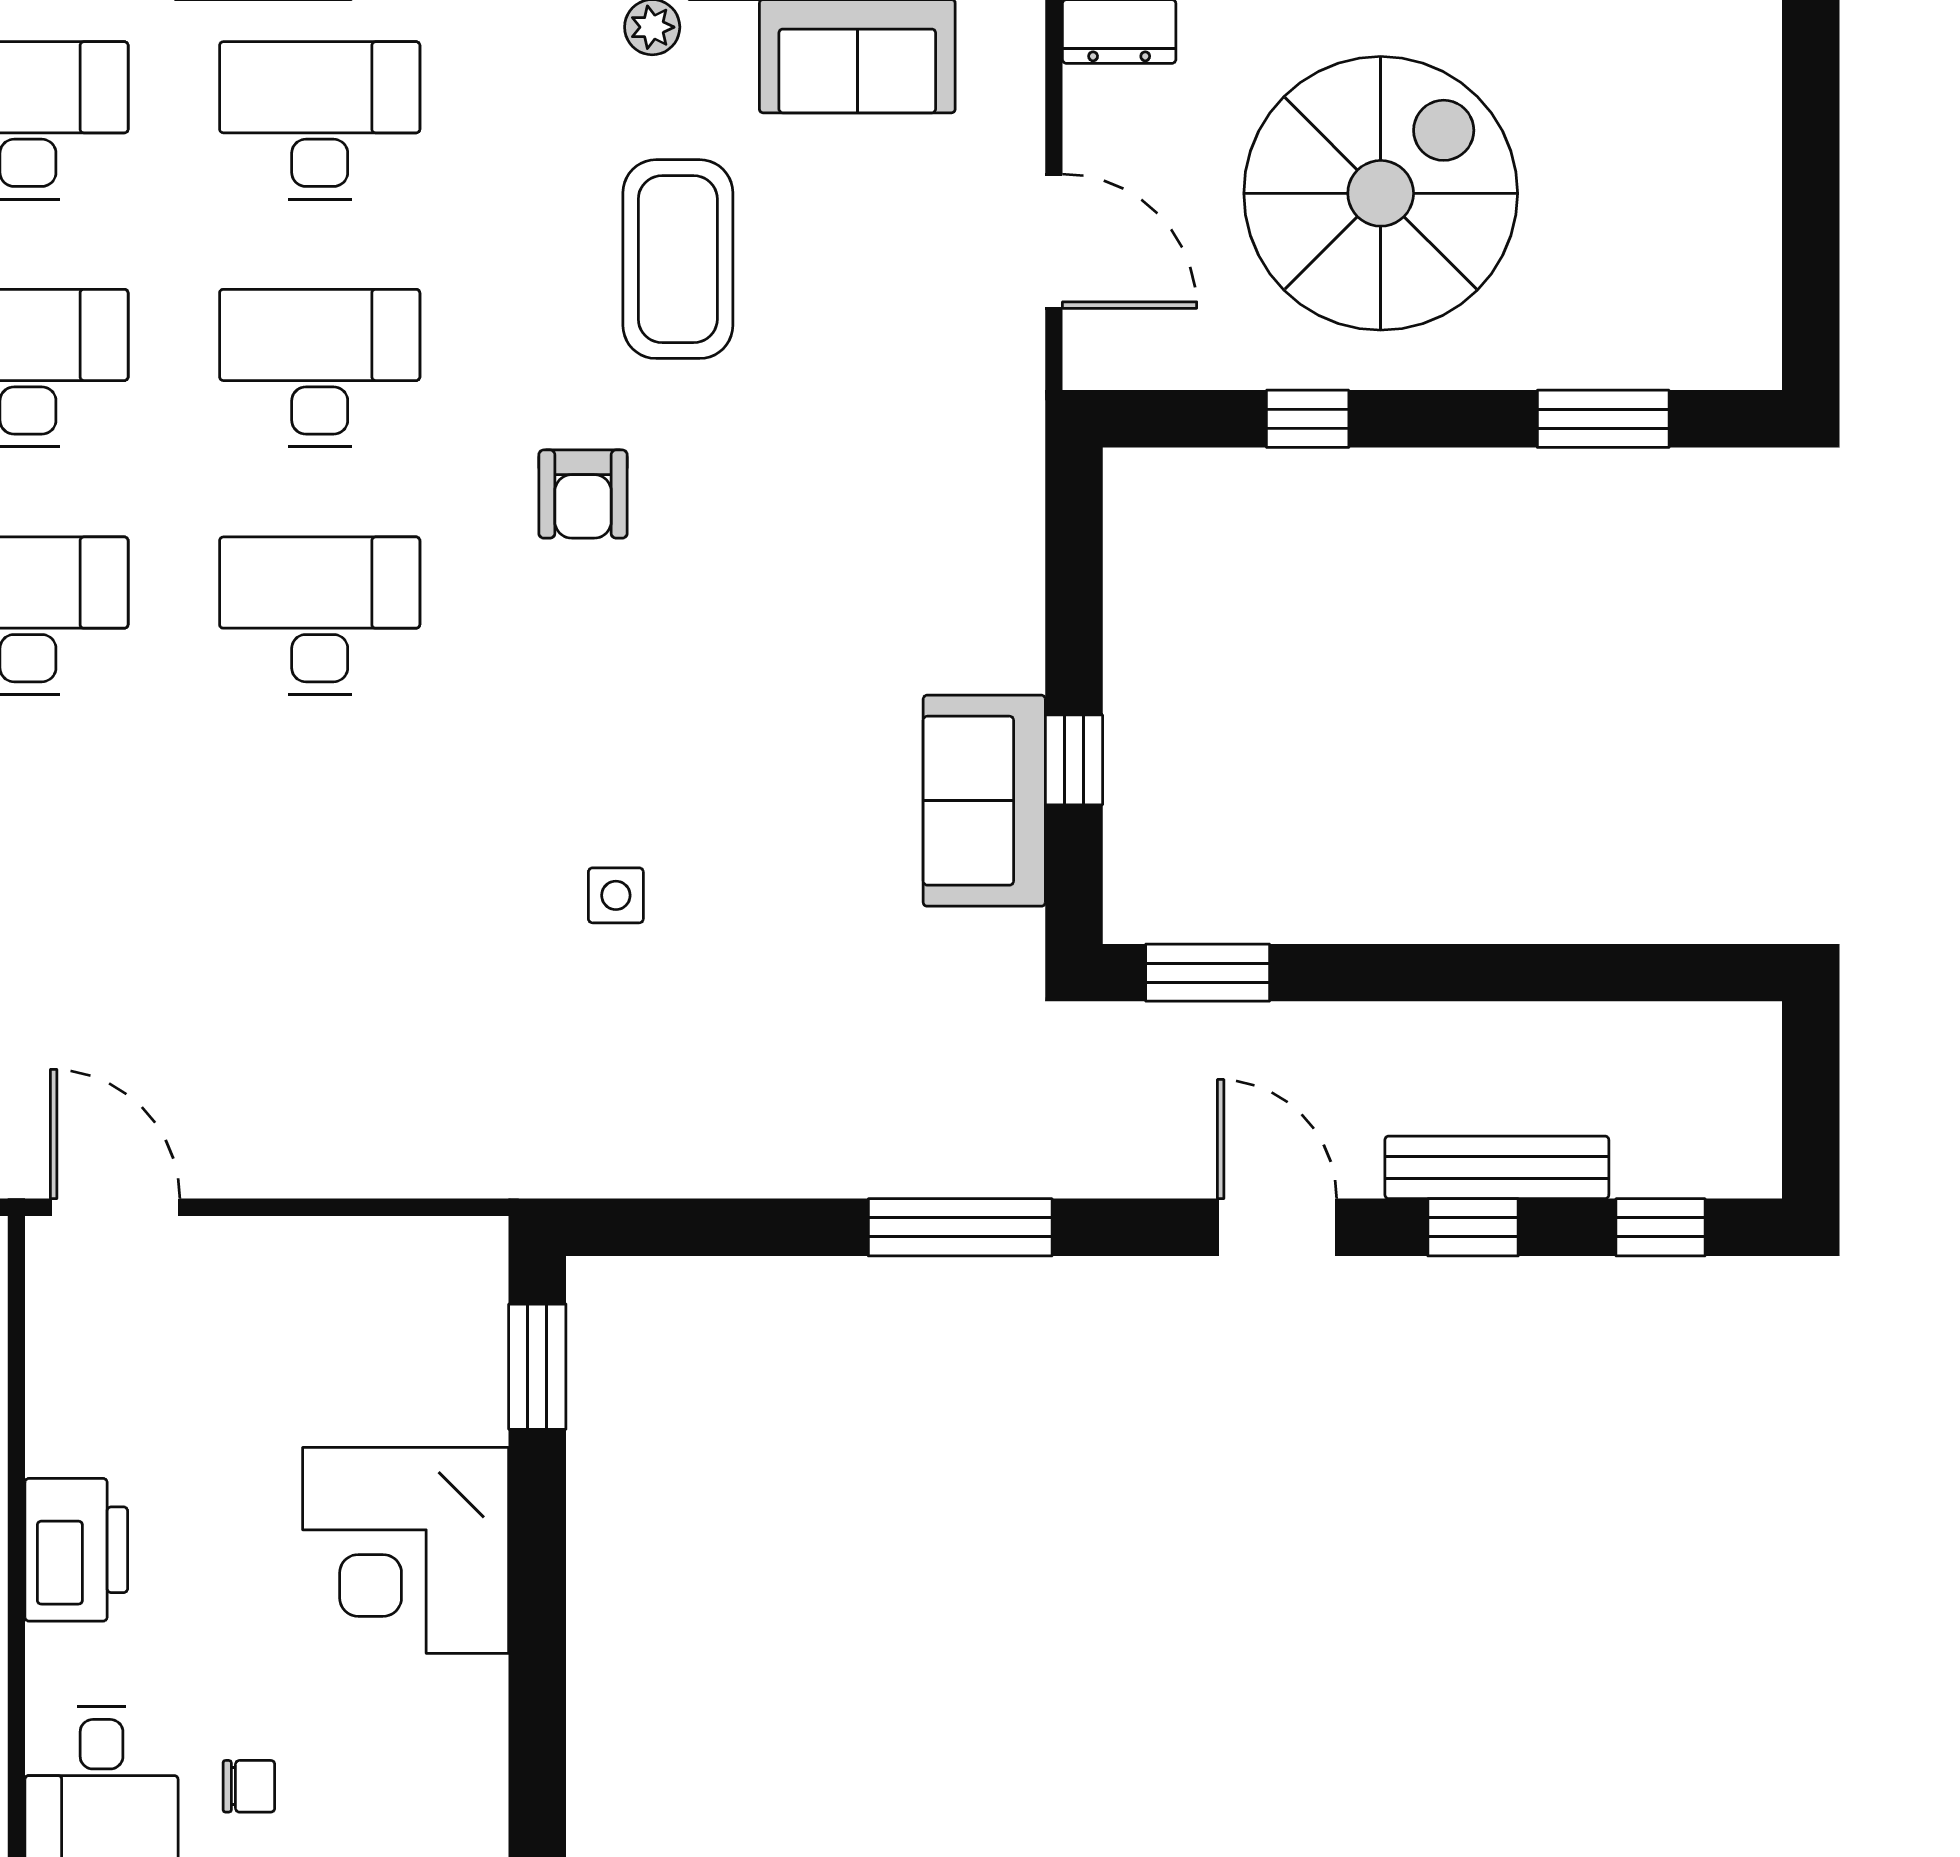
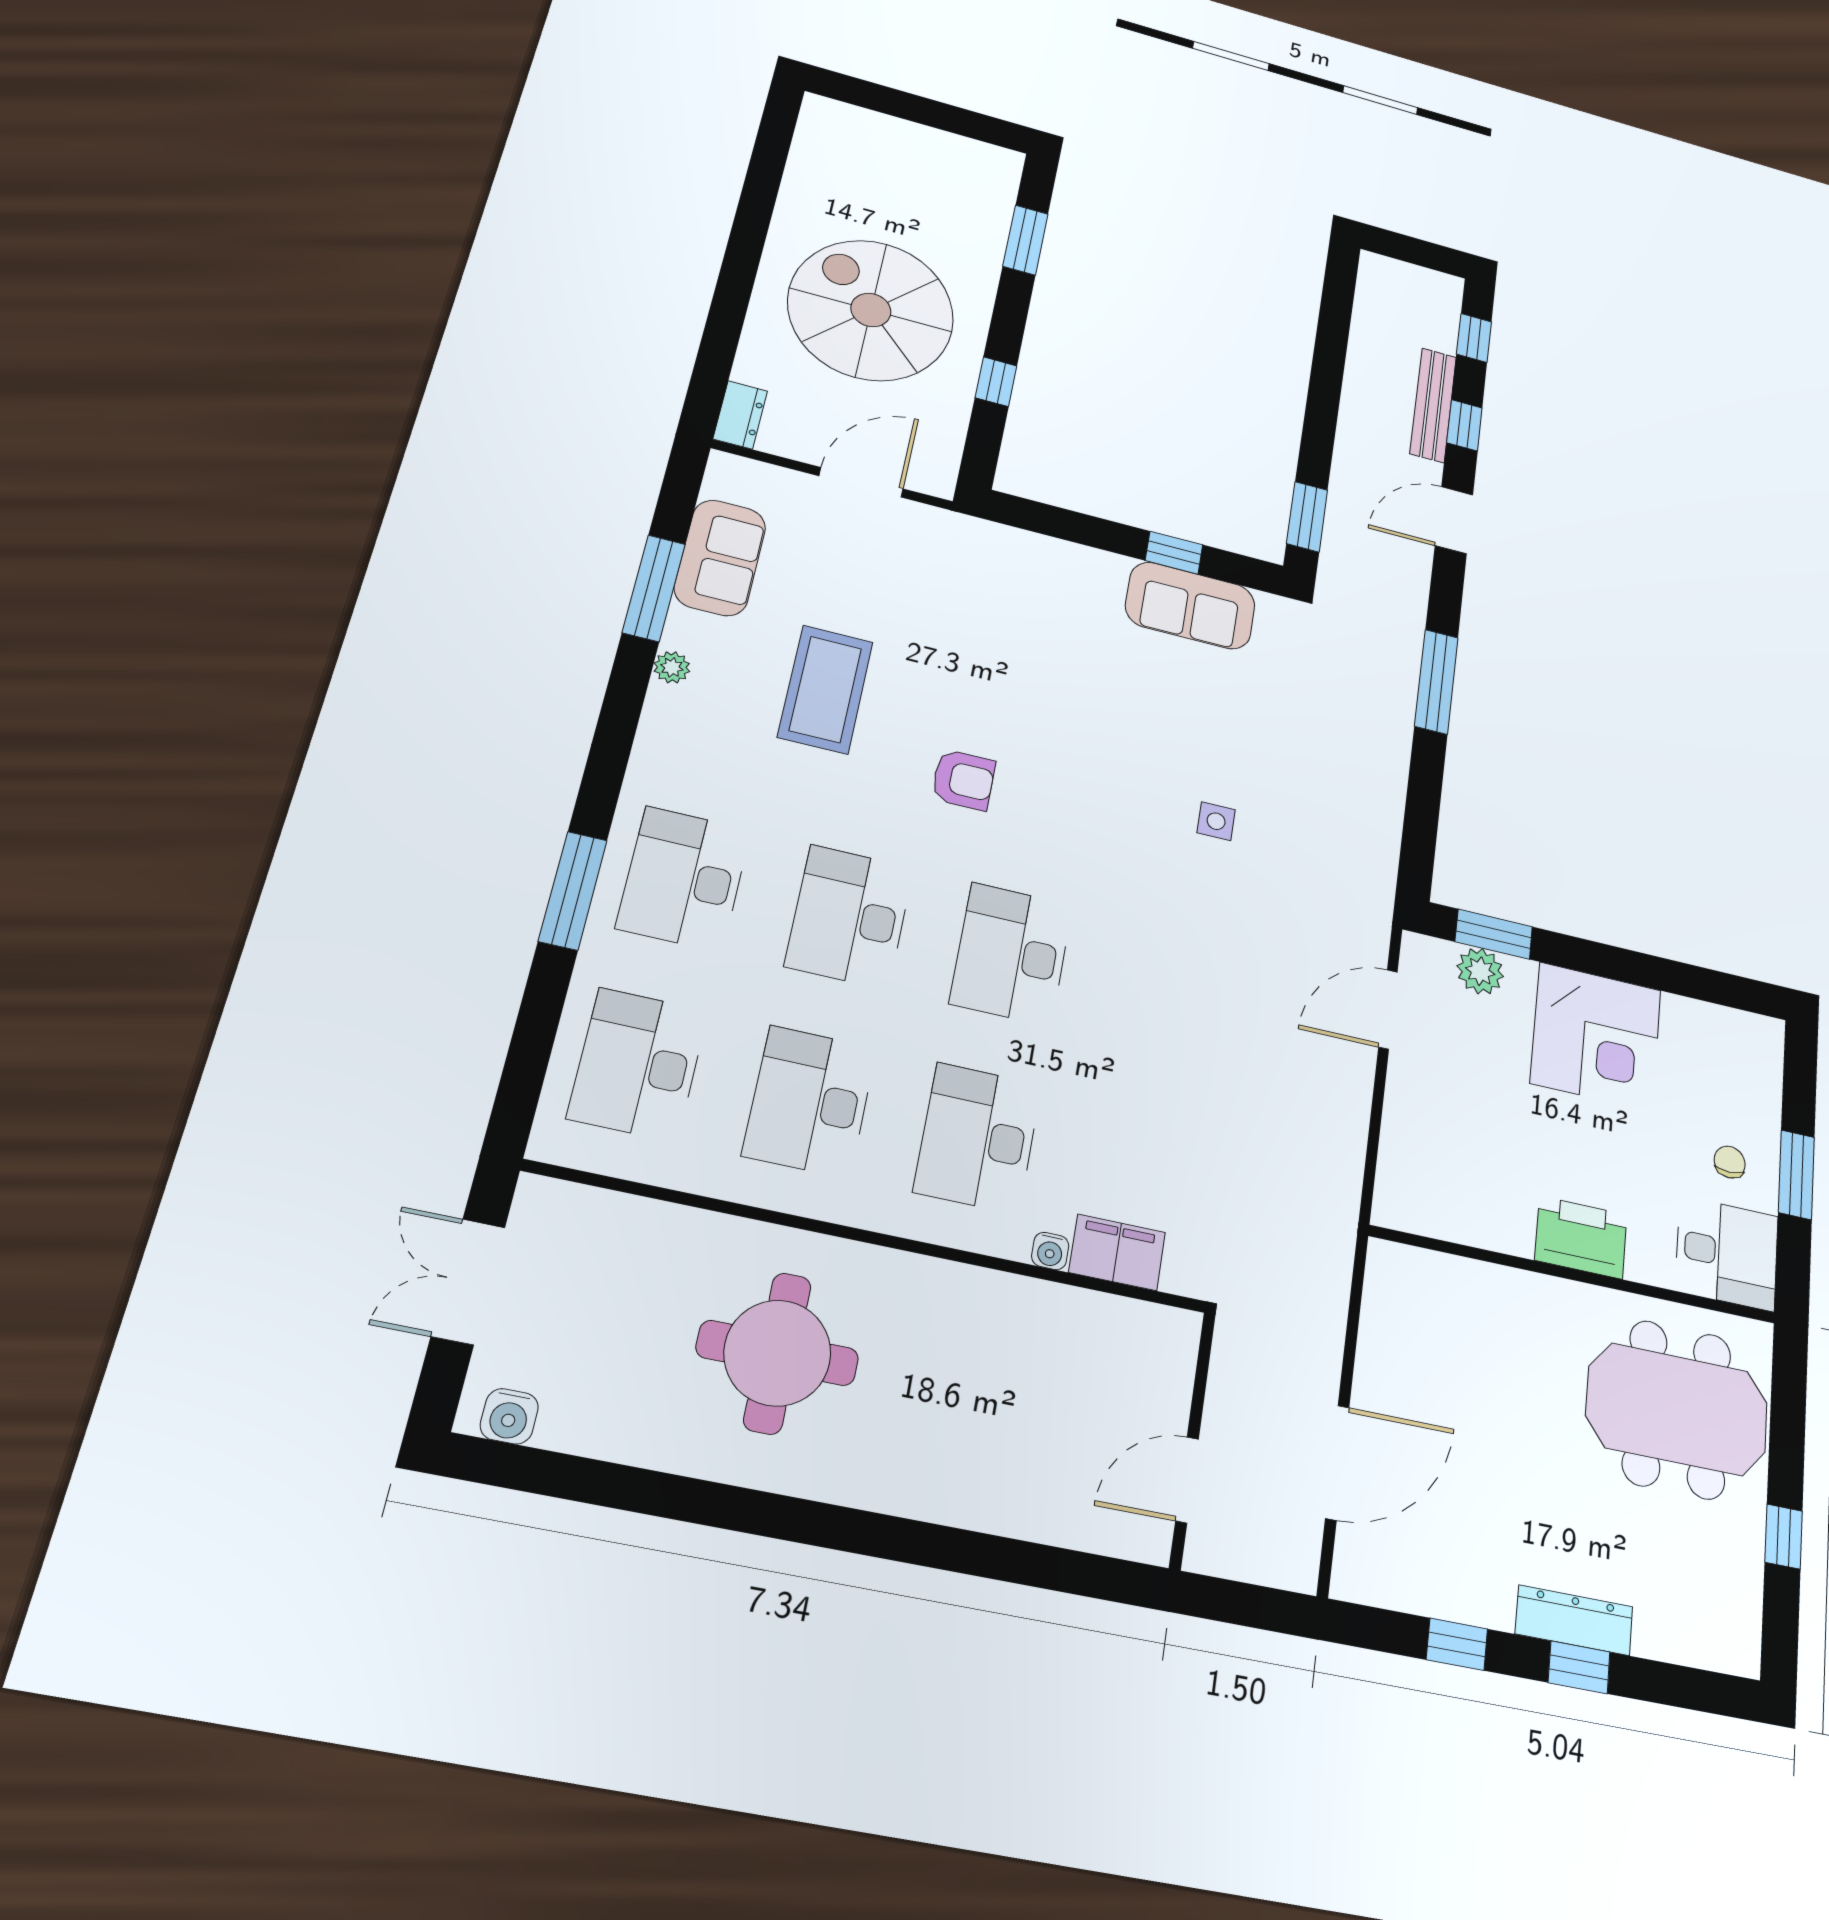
coffee table: (678, 259) -> (825, 689), turned 90
door: (115, 1207) -> (1388, 1009), moved
plant: (469, 1350) -> (1480, 971), added

